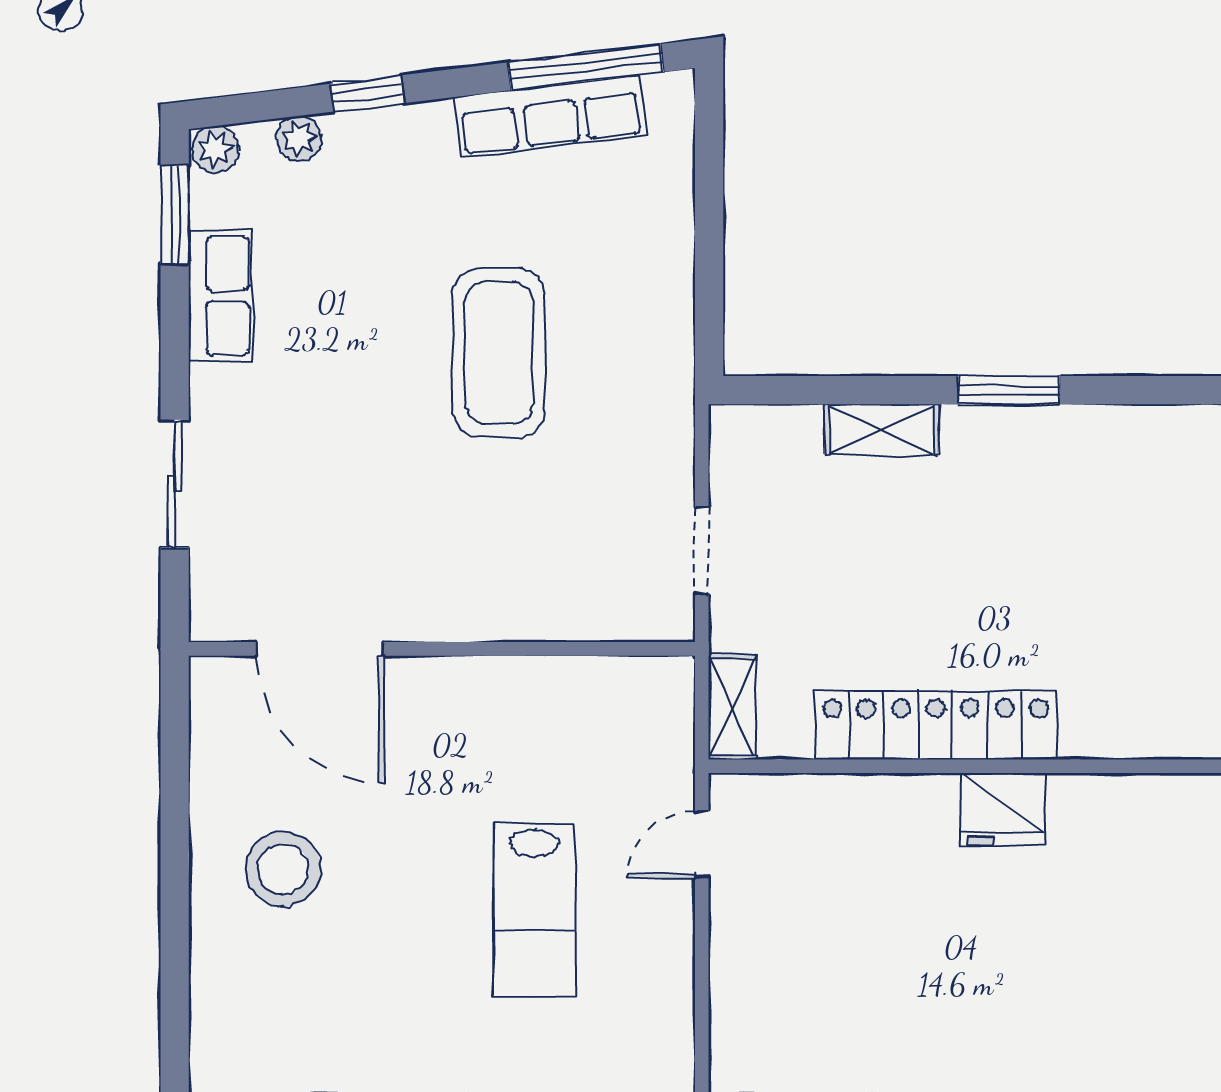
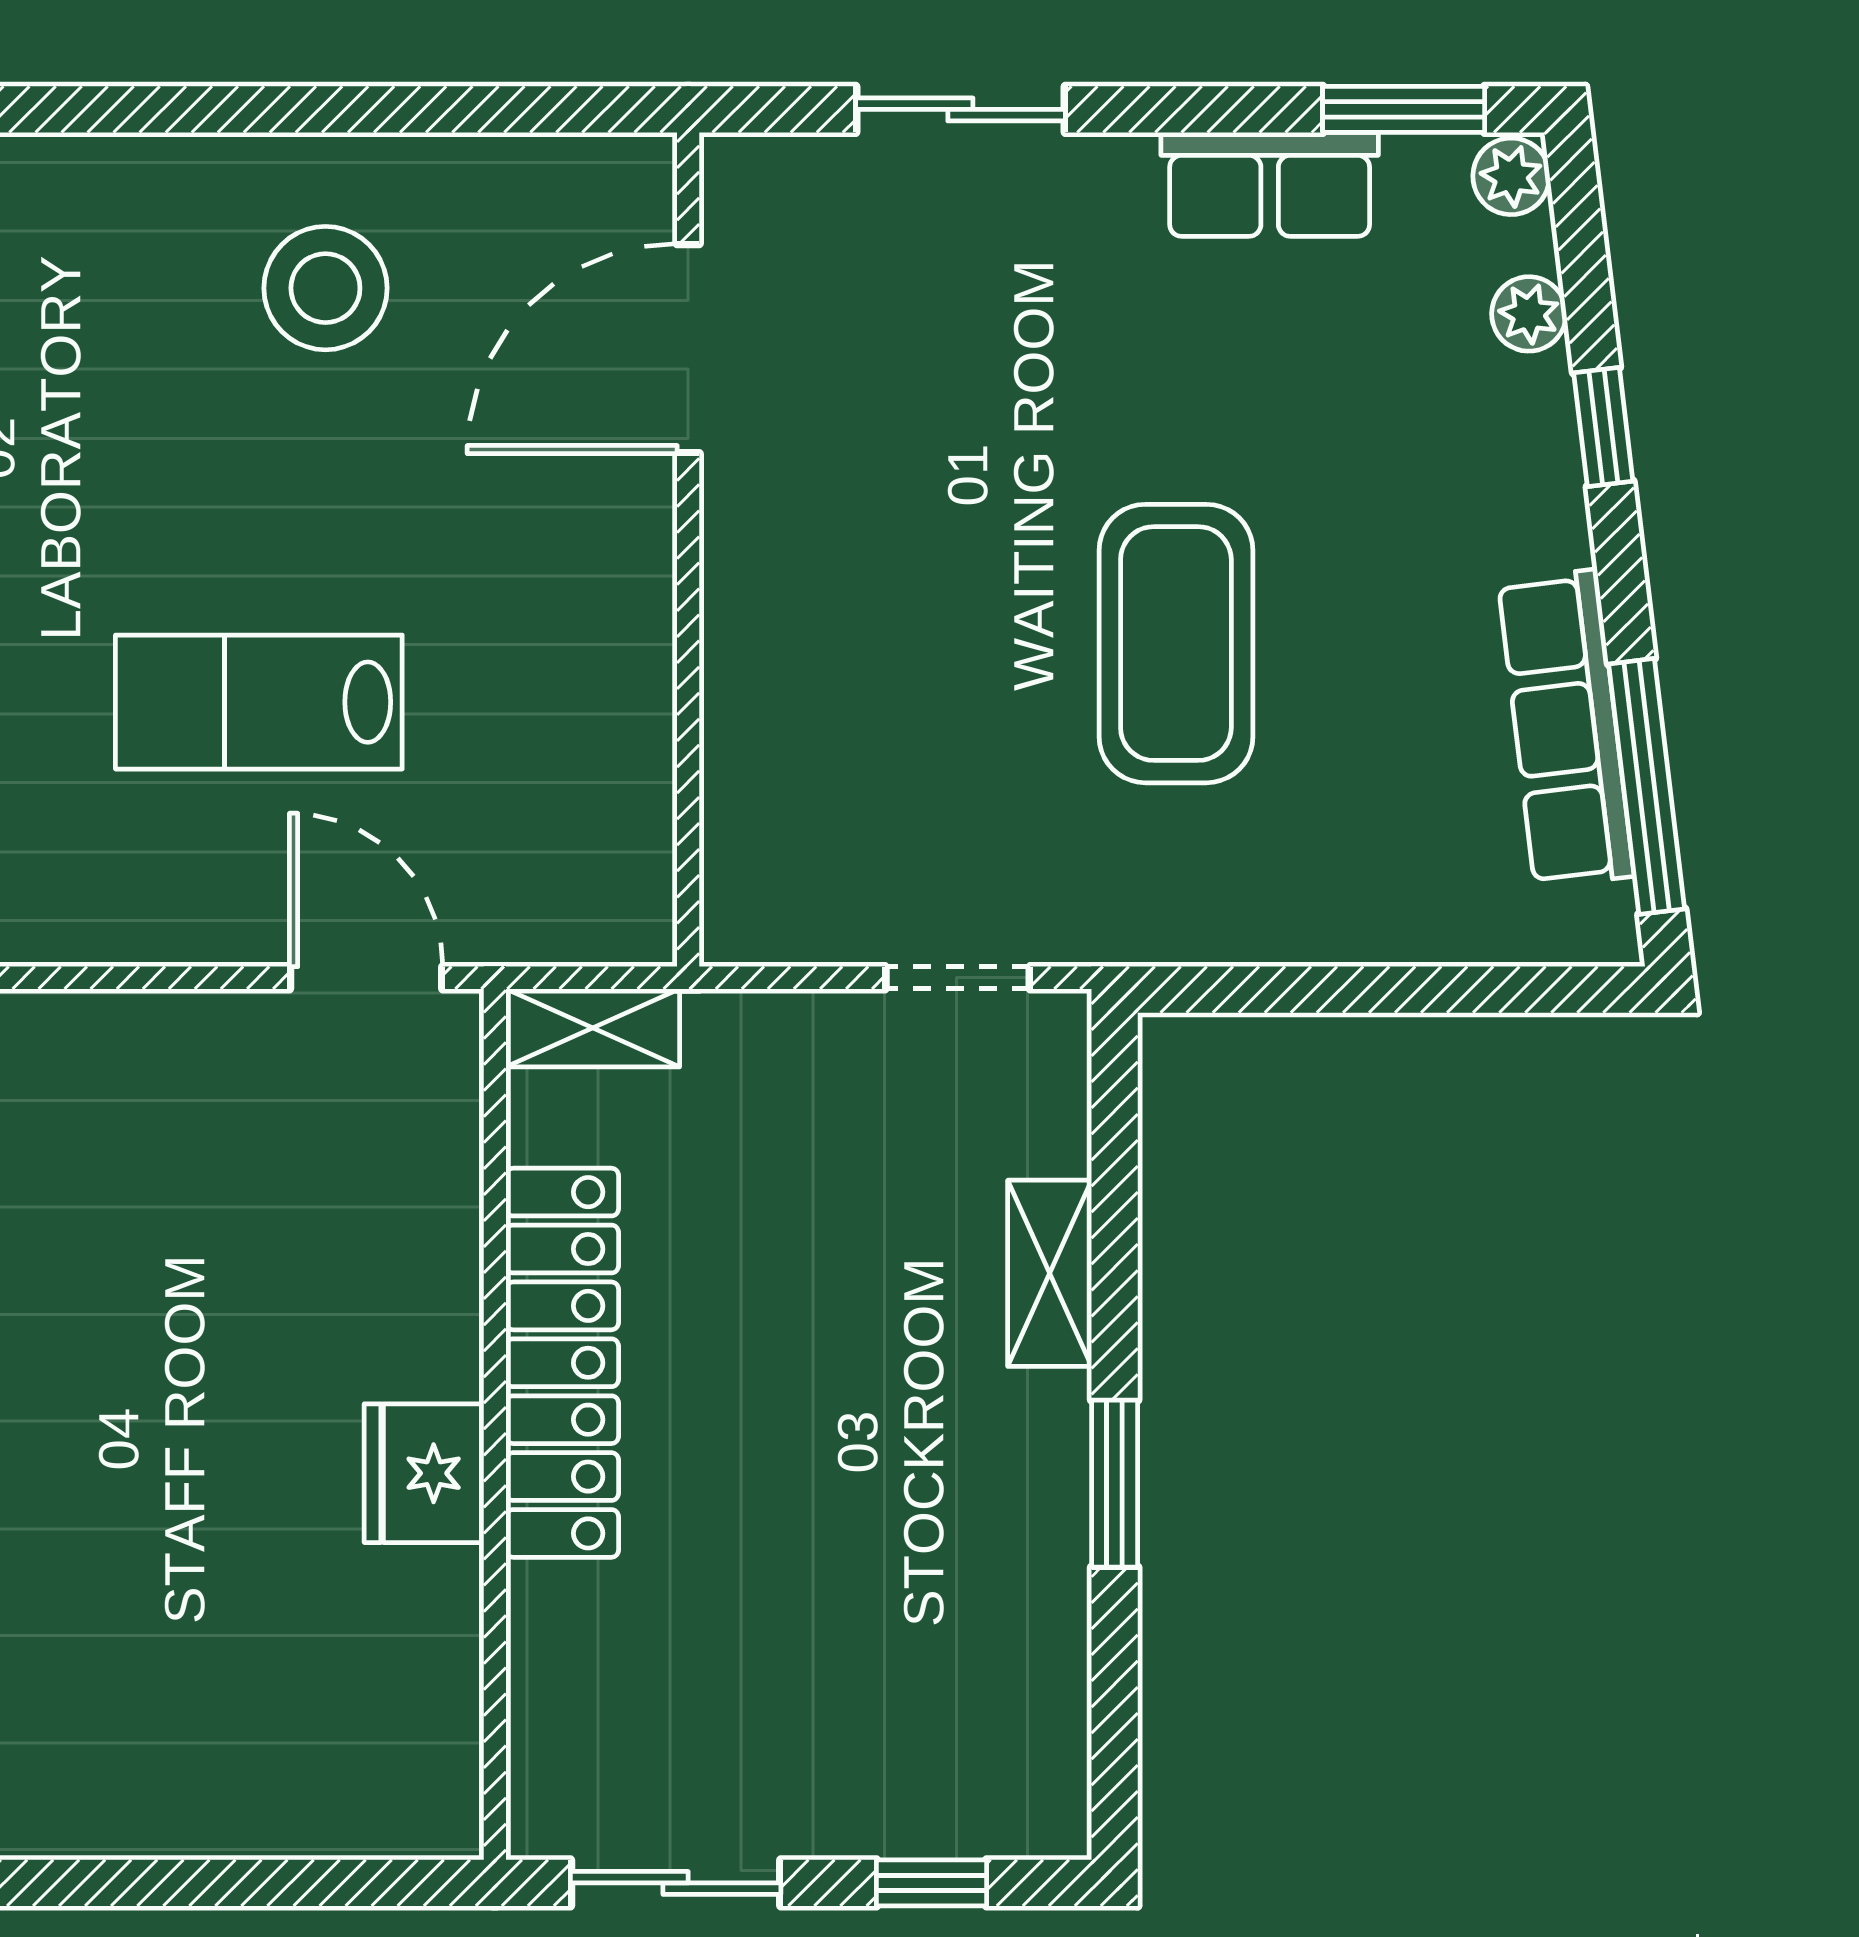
coffee table: (499, 353) -> (1176, 644), turned 90
doorway: (702, 551) -> (958, 978), moved
door: (702, 844) -> (366, 978), width x1.38

